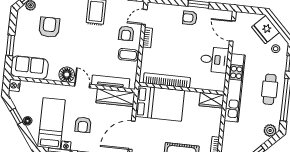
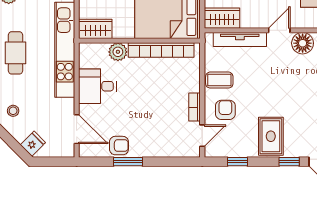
armchair: (190, 18) -> (119, 146), moved
fridge: (266, 30) -> (33, 144), width x0.53, depth x0.75
plant: (197, 82) -> (118, 52), added
door: (82, 85) -> (279, 30), swing flipped
wardrobe: (115, 98) -> (222, 18), width x0.67

